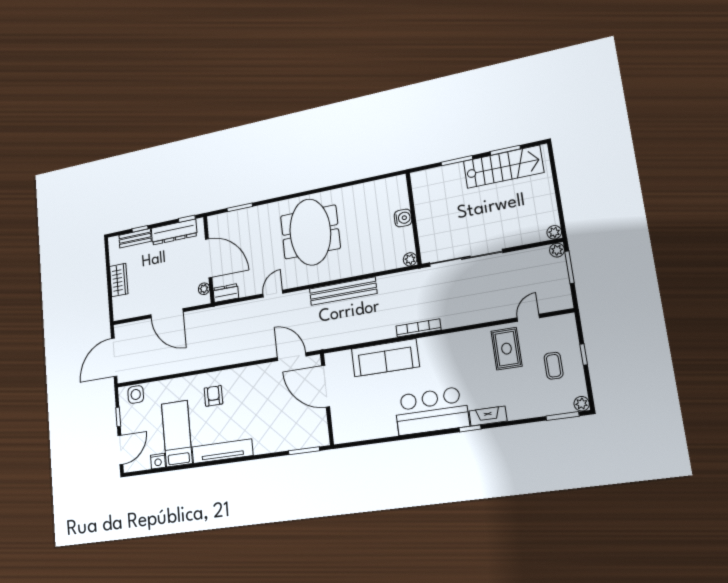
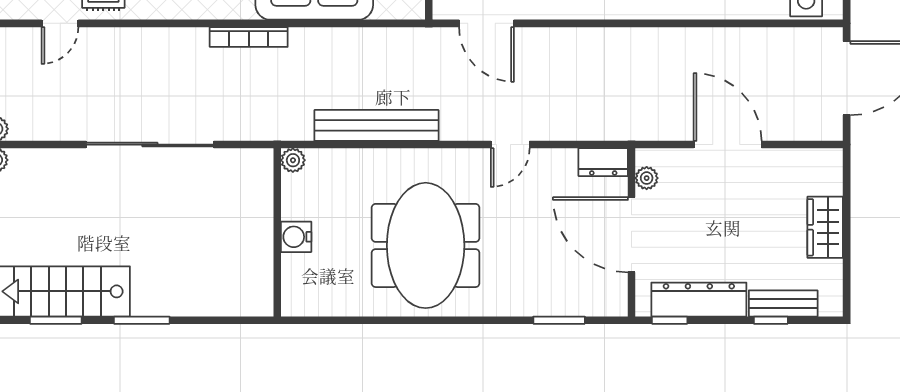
water cooler: (403, 218) -> (296, 237), moved
wall: (414, 218) -> (277, 232), moved
plant: (410, 259) -> (293, 160), moved

